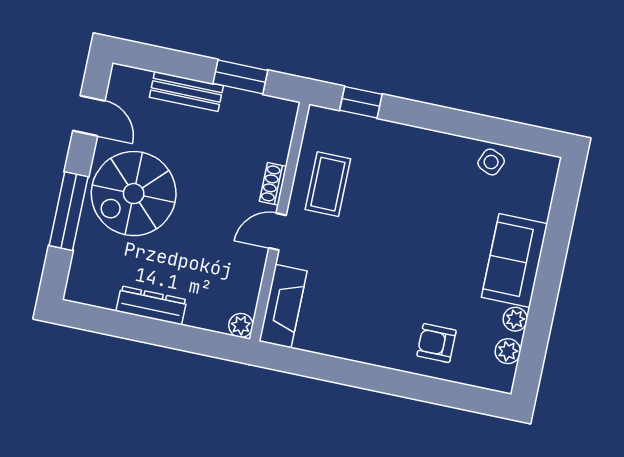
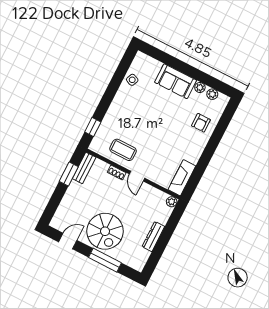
bench: (186, 91) -> (84, 168), moved
fireplace: (283, 306) -> (182, 178), moved, turned -90

